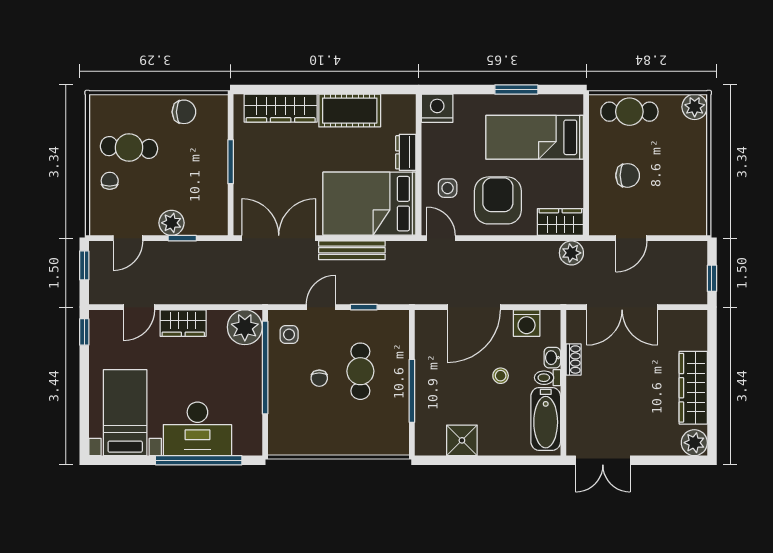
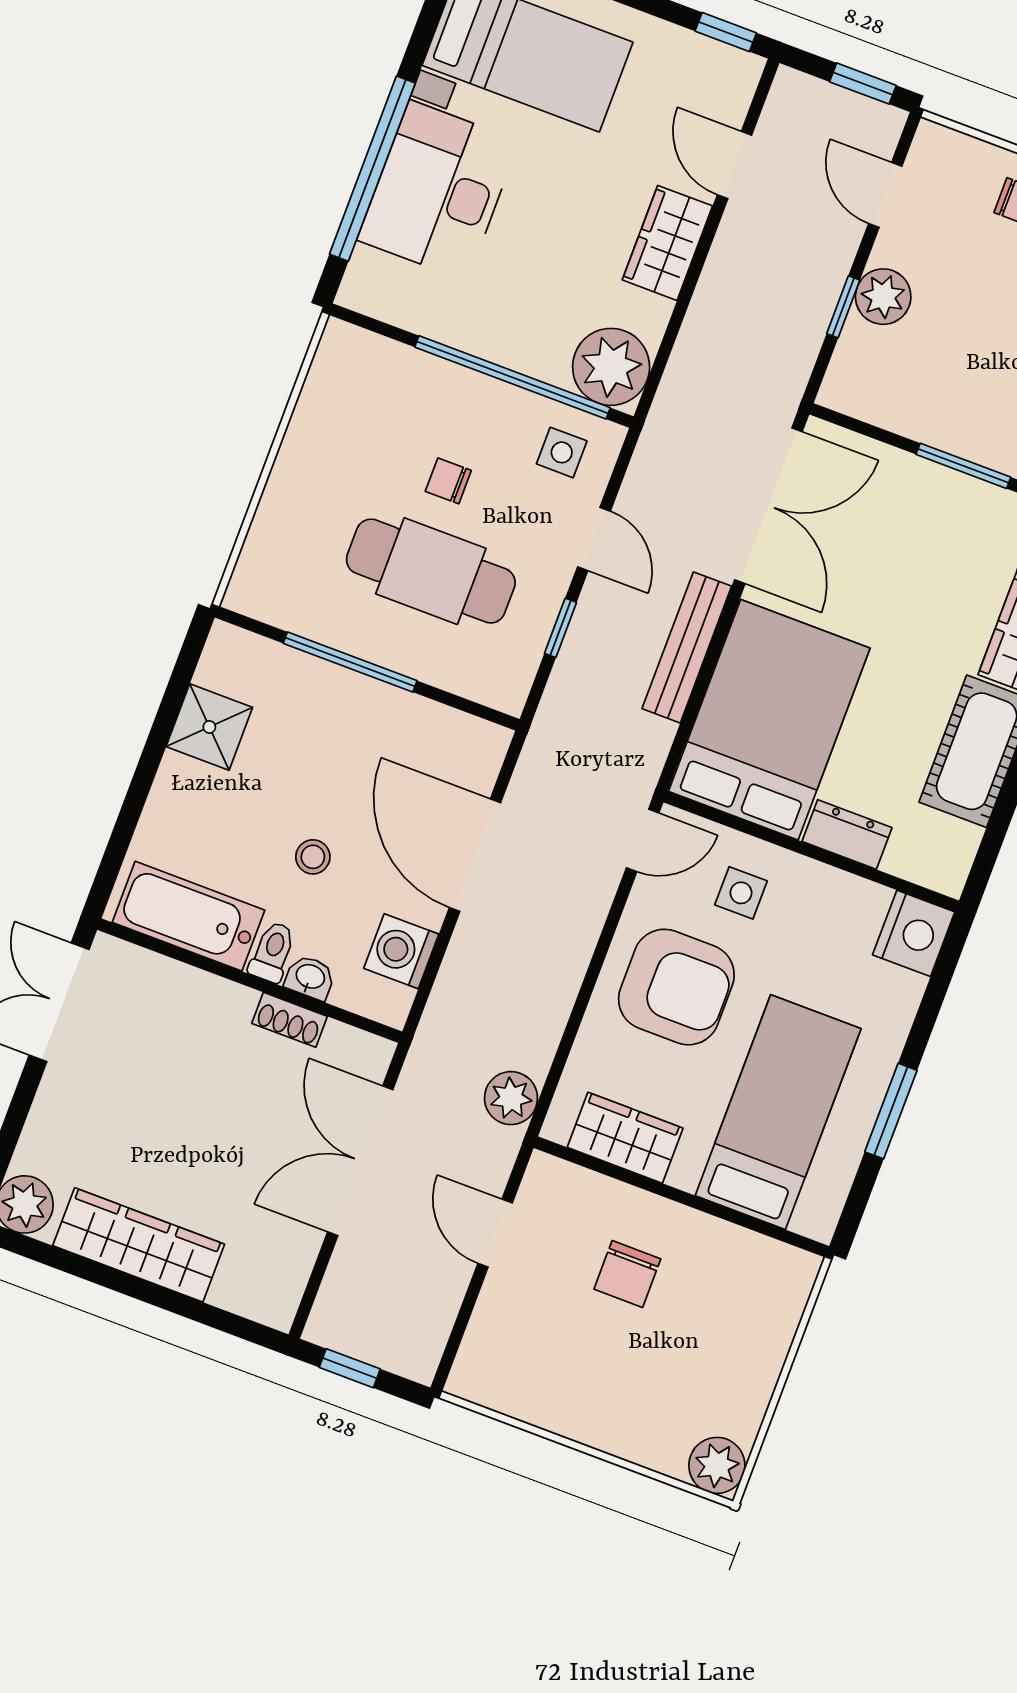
cafe table: (629, 112) -> (758, 1327), removed
wardrobe: (560, 222) -> (625, 1138), moved, turned -90
cafe table: (360, 371) -> (431, 571), width x1.37, depth x1.35

